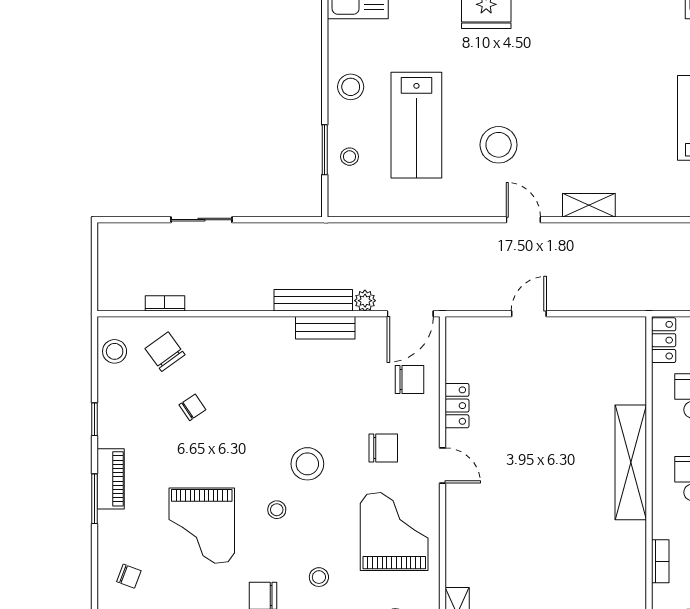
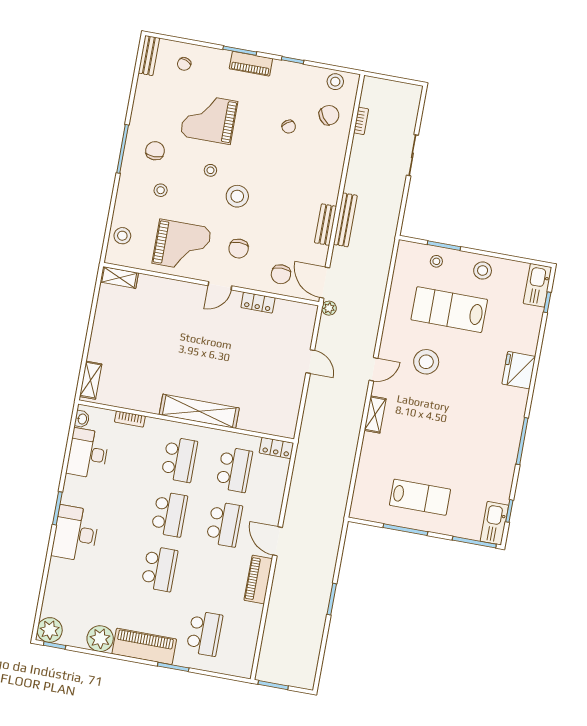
plant: (365, 301) -> (329, 308), moved

